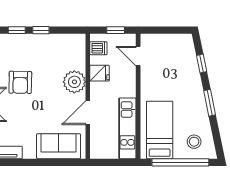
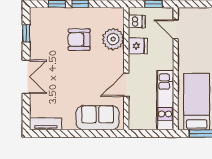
armchair: (20, 82) -> (79, 40), moved, turned 89
plant: (74, 82) -> (113, 39), moved

